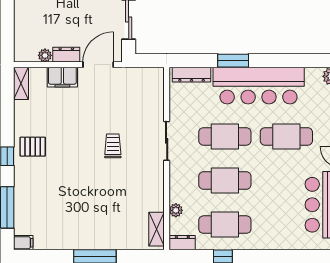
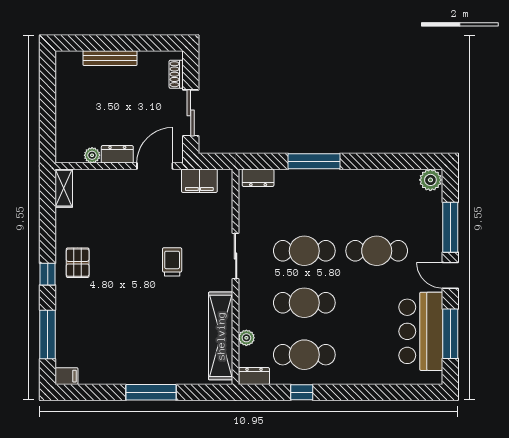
window: (233, 61) -> (314, 161), width x1.44
dresser: (192, 75) -> (258, 178), width x0.70
filing cabinet: (62, 77) -> (199, 181), moved
bar counter: (259, 86) -> (344, 191), removed
pallet: (33, 147) -> (78, 263), turned 90
shelving: (157, 229) -> (221, 336), width x2.20, depth x1.33

